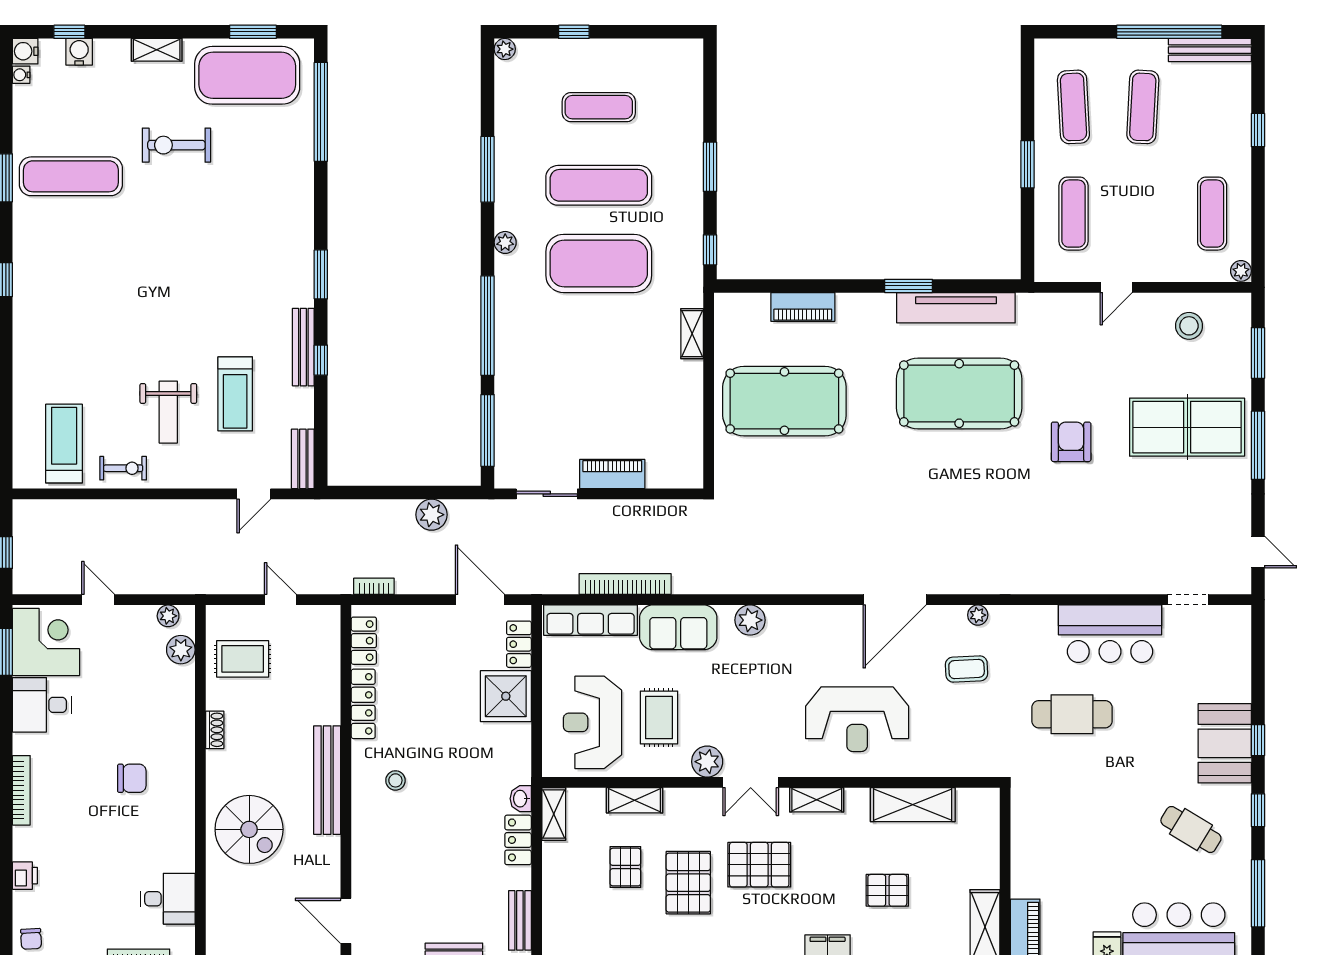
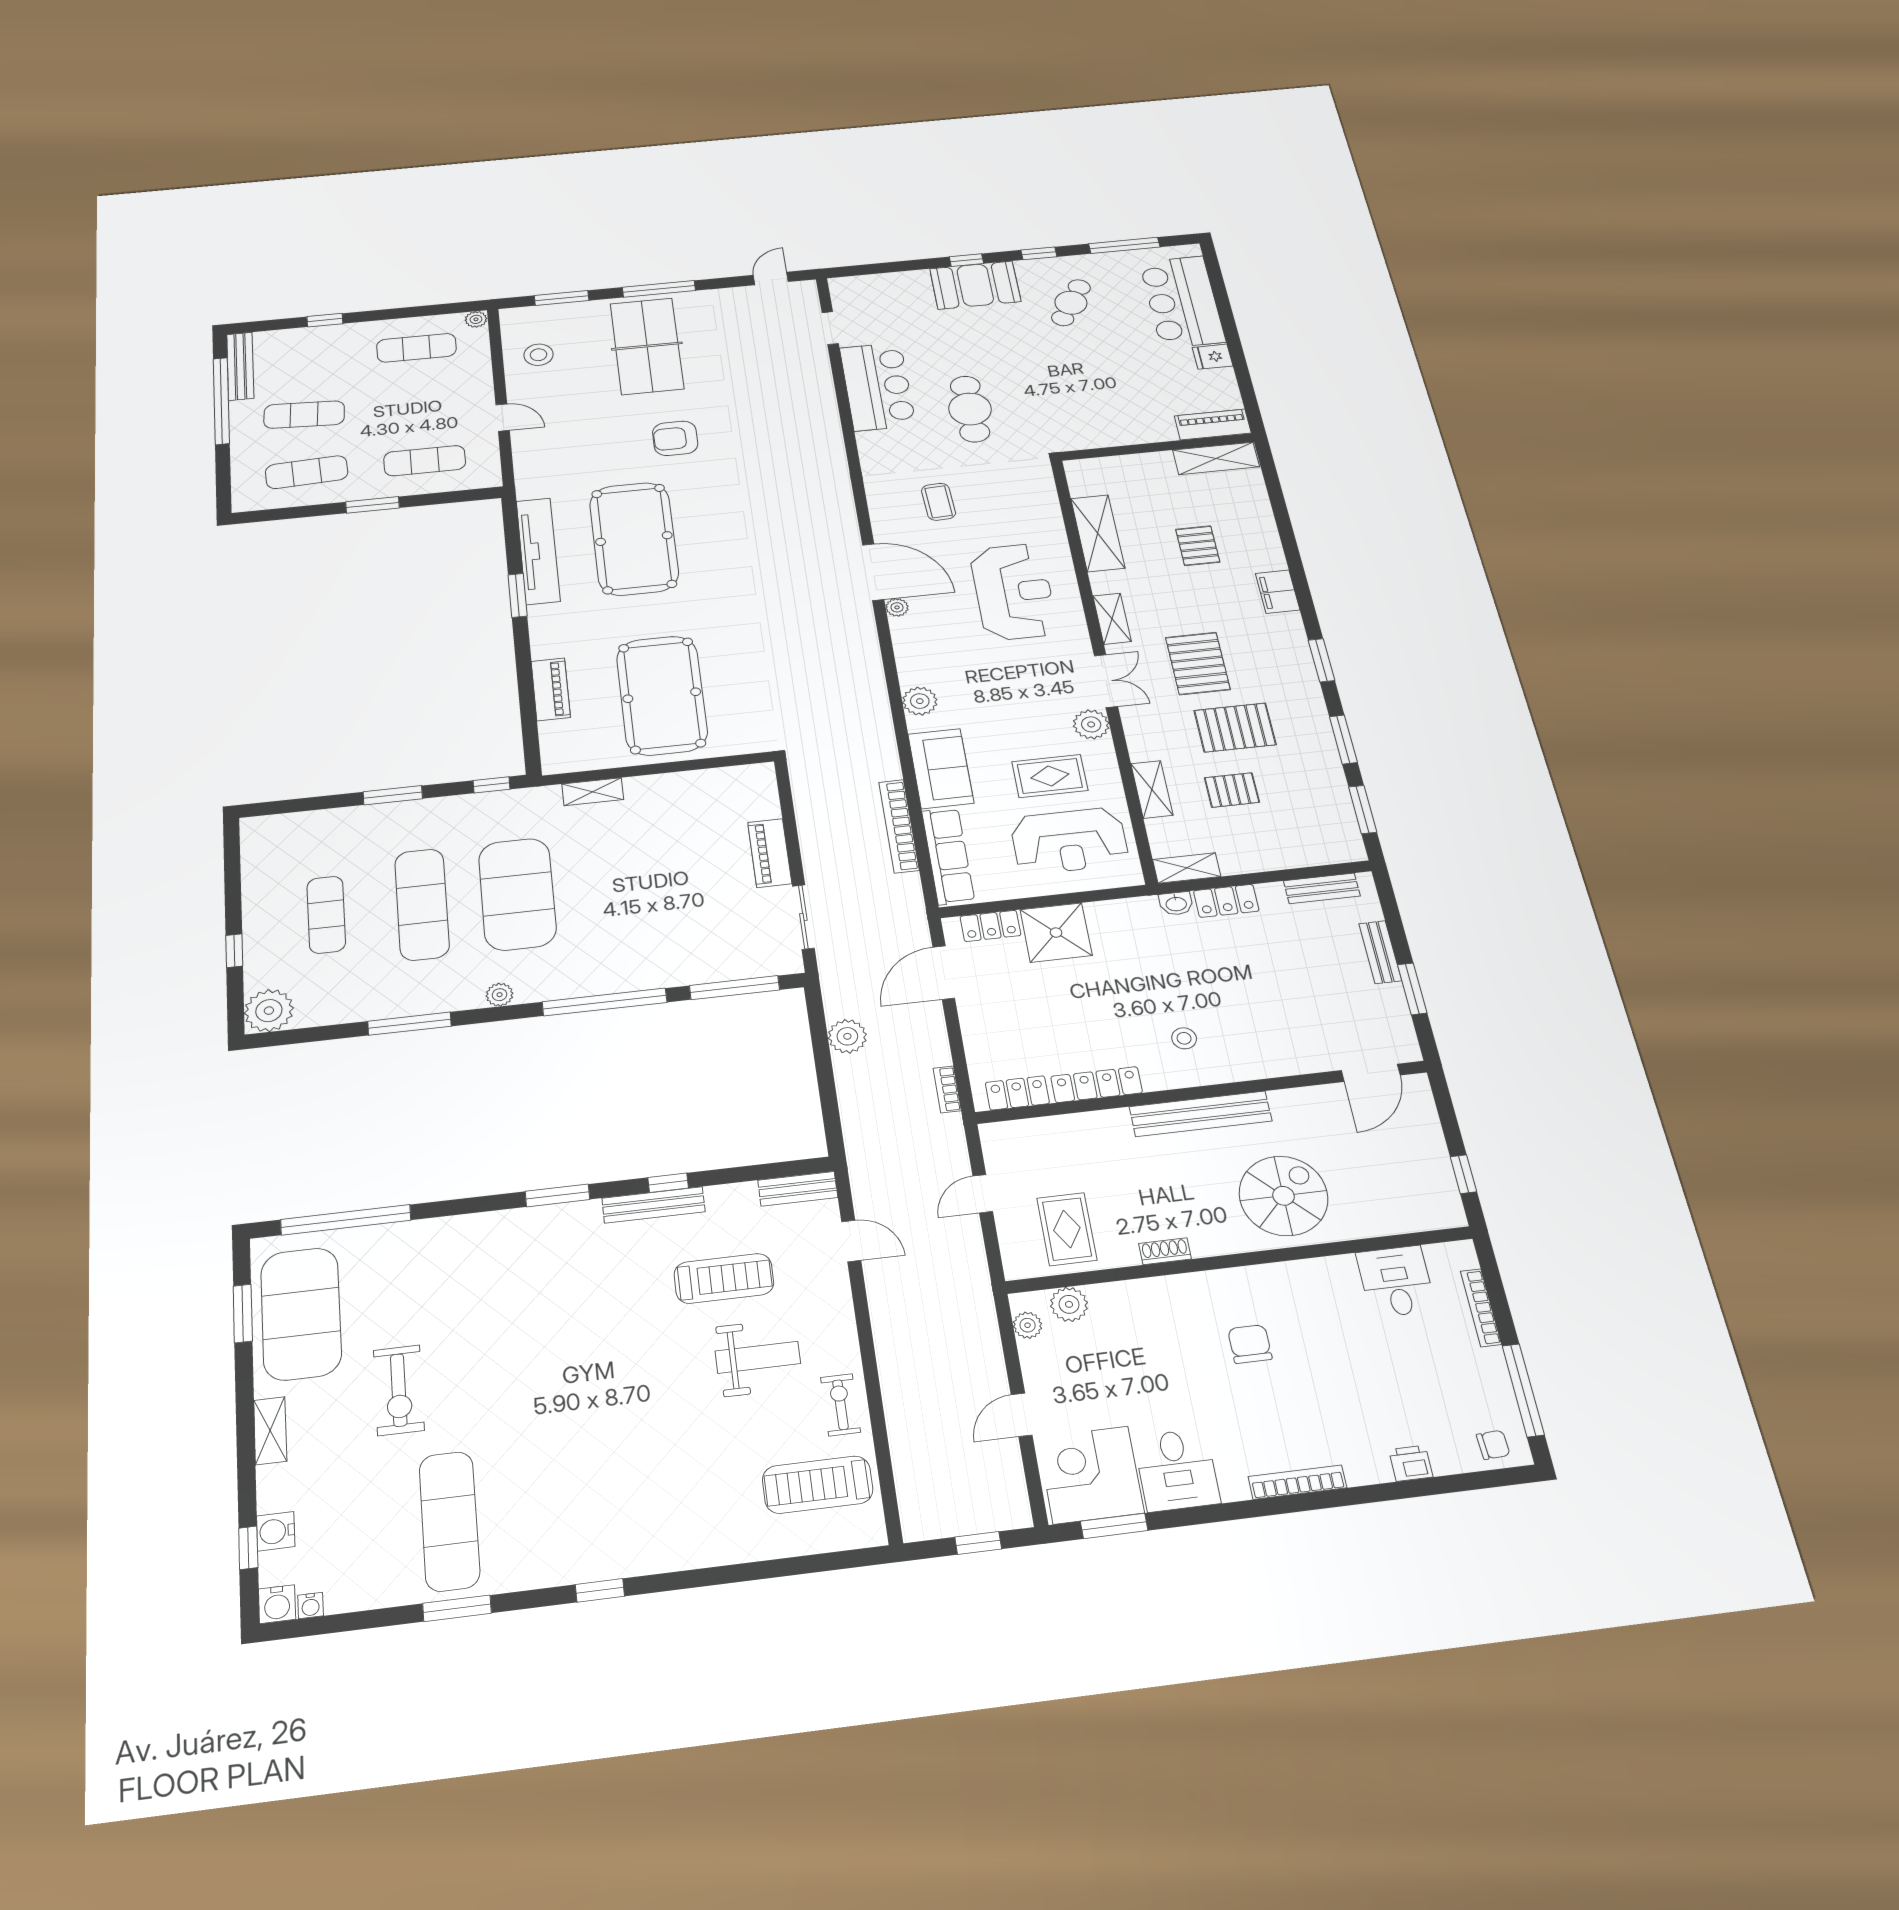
plant: (505, 49) -> (269, 1011), width x1.88, depth x1.88
plant: (978, 615) -> (897, 607), moved

